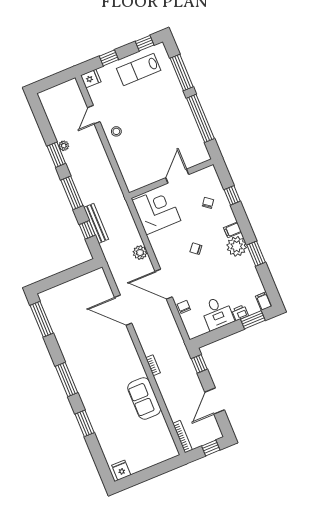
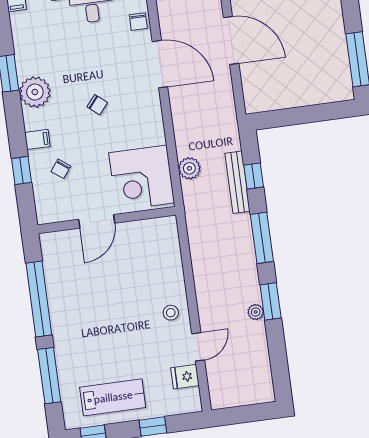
fridge: (91, 79) -> (185, 377), moved
filing cabinet: (233, 230) -> (37, 139), moved
plant: (140, 253) -> (189, 168), moved

